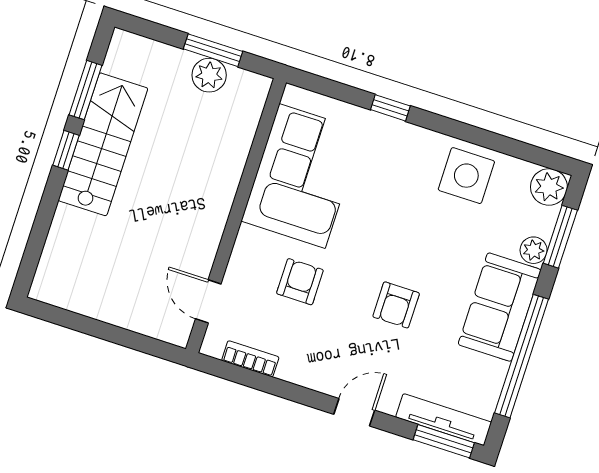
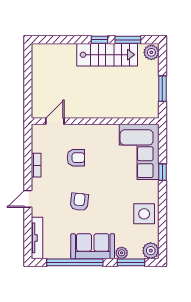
plant: (209, 75) -> (151, 52), moved
corner sofa: (302, 176) -> (139, 152), moved, turned 90
armchair: (396, 305) -> (79, 202), turned 96
bookcase: (250, 359) -> (36, 165), moved
door: (354, 412) -> (28, 199), swing flipped
window: (444, 441) -> (28, 241), removed

